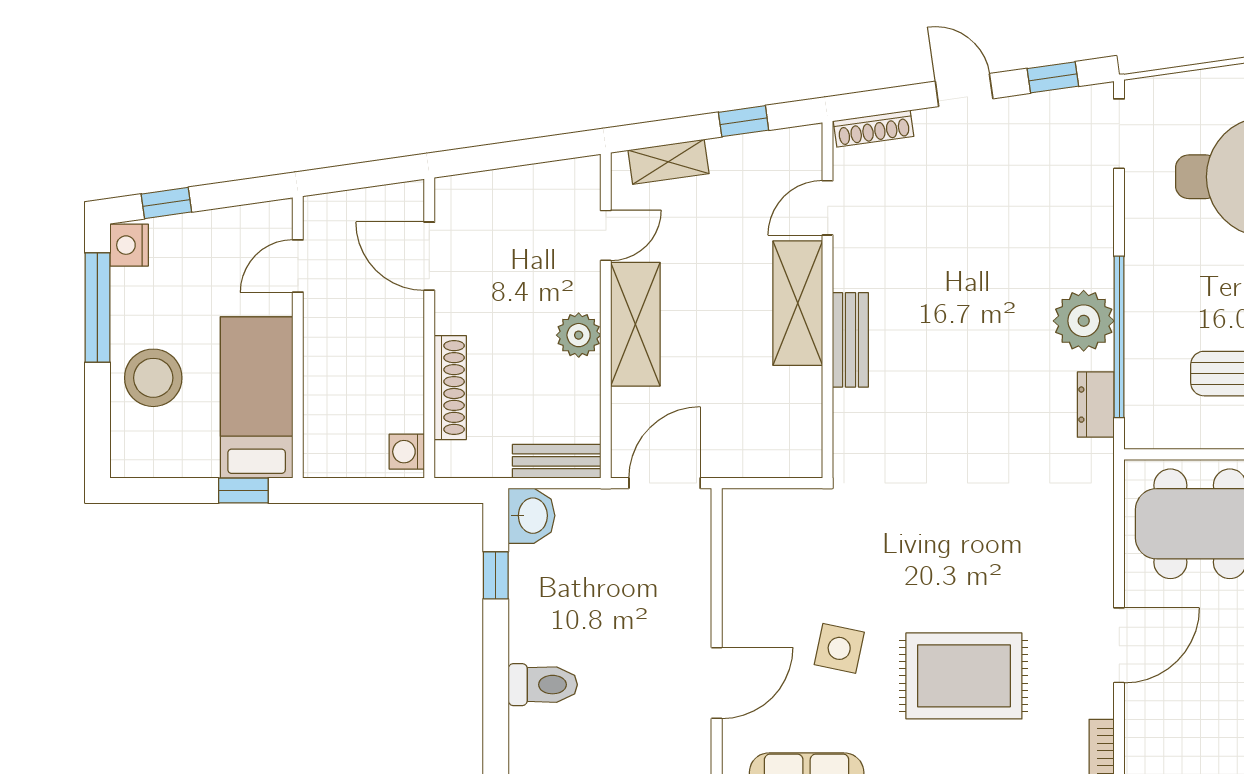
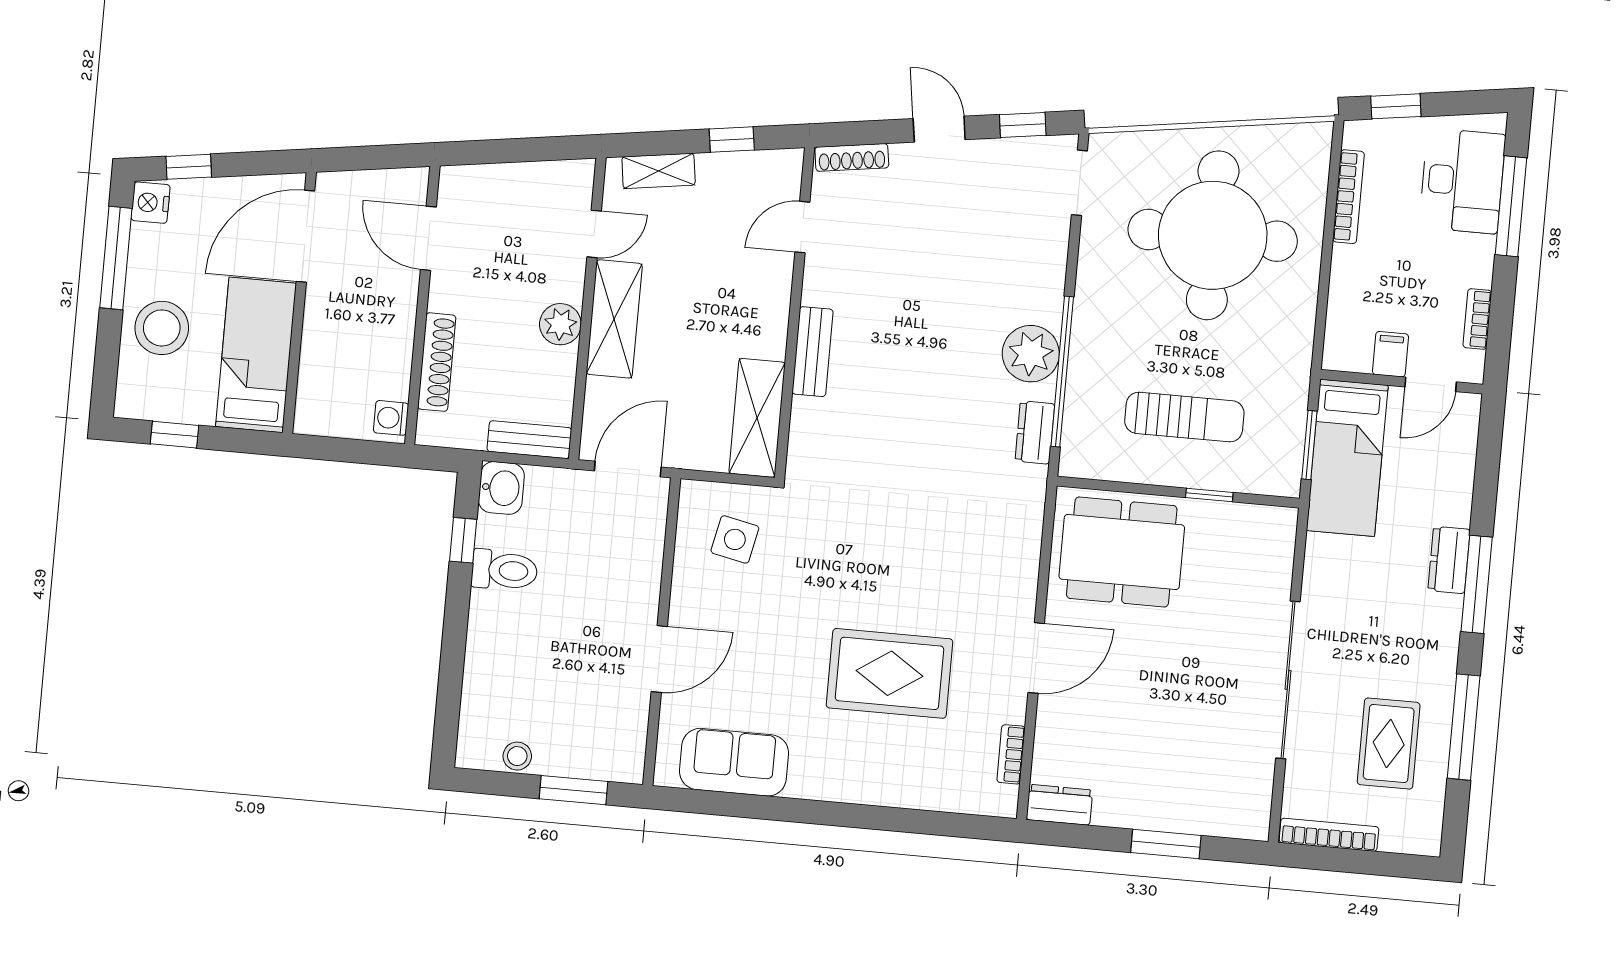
door: (298, 266) -> (305, 236), width x1.87
shelving: (798, 303) -> (757, 418), moved
window: (243, 491) -> (175, 435), moved
side table: (839, 648) -> (735, 539), moved
toilet: (543, 685) -> (504, 570), moved

